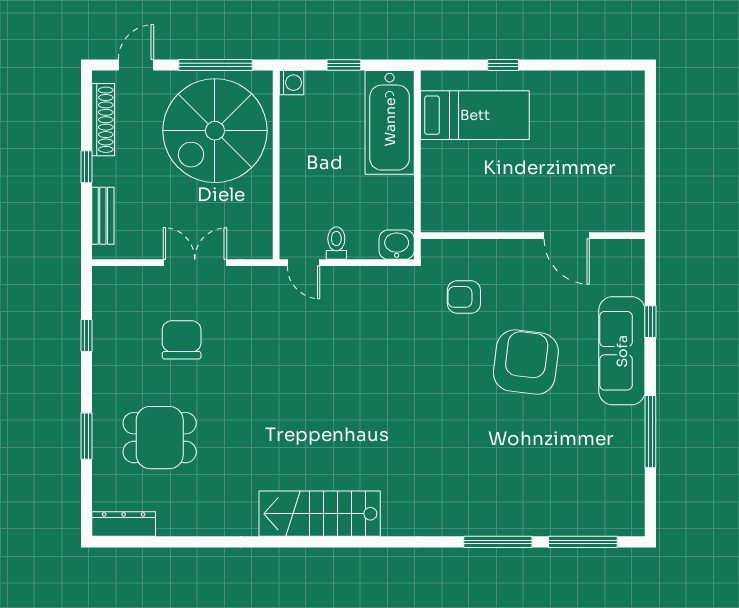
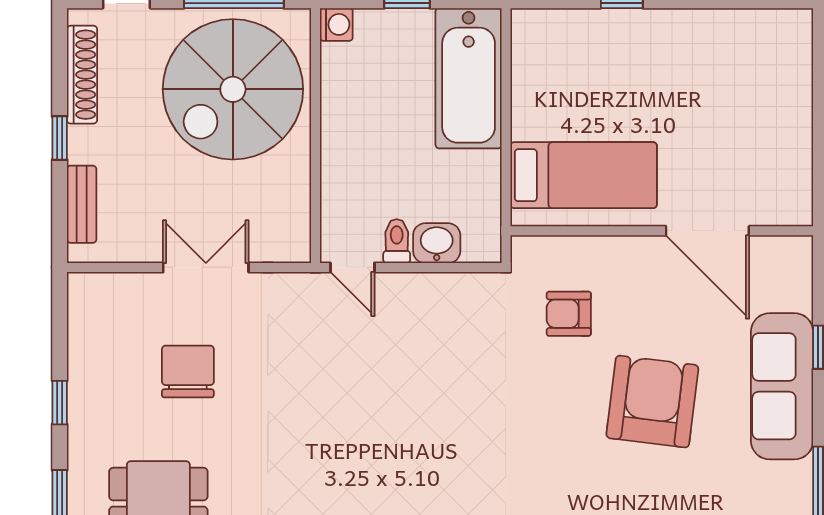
bed: (475, 115) -> (584, 175), moved
door: (567, 236) -> (707, 231), width x1.36
washbasin: (397, 245) -> (437, 243), moved
window: (86, 336) -> (60, 403), moved

